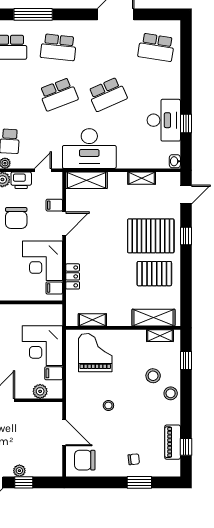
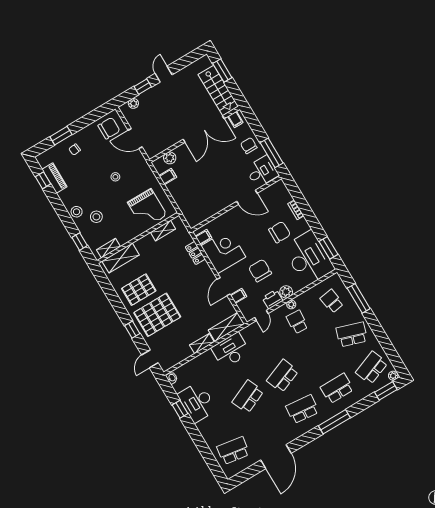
desk: (89, 149) -> (231, 350), width x0.73, depth x0.77
shelving: (142, 178) -> (202, 344), moved
corner desk: (42, 346) -> (187, 191), removed
plant: (19, 471) -> (133, 103), moved

